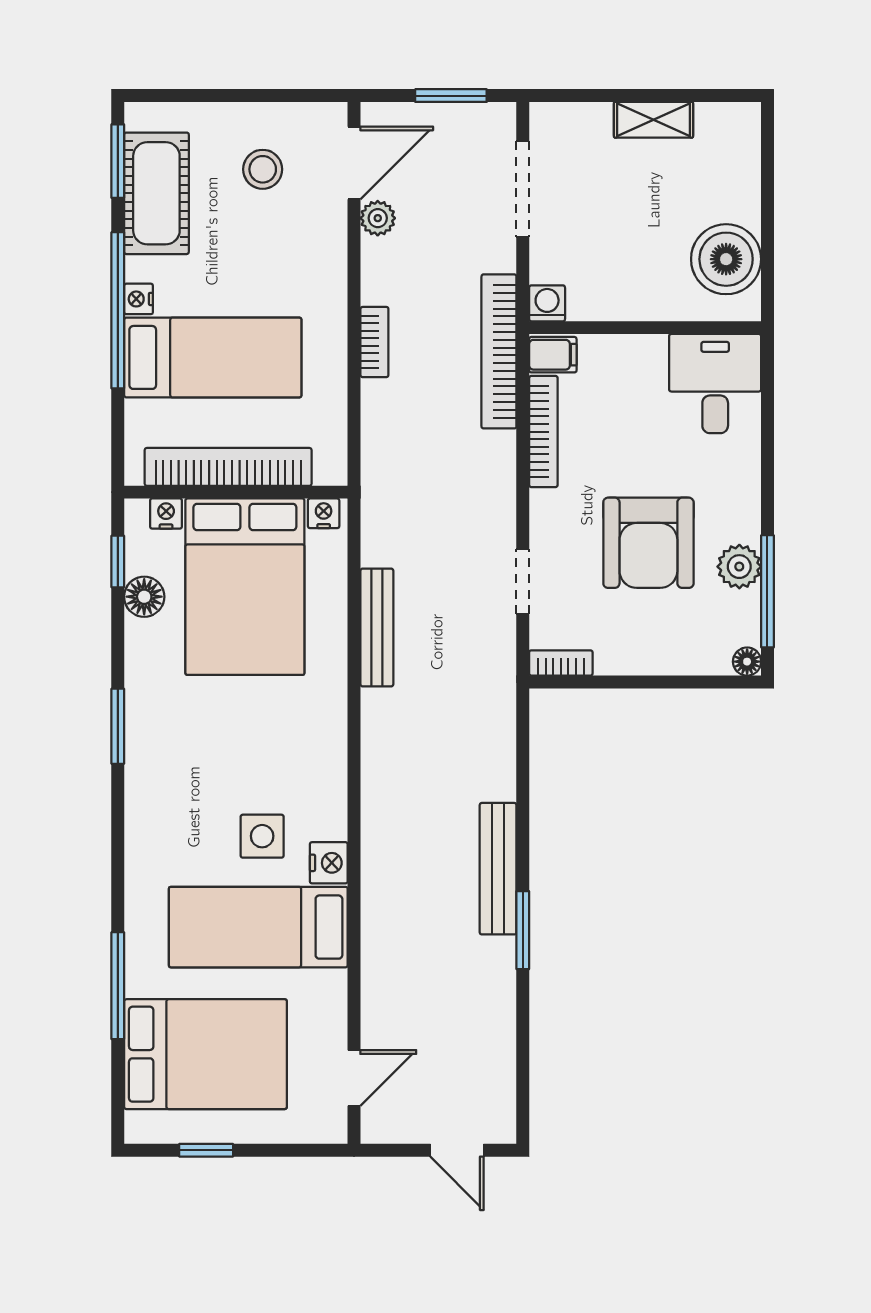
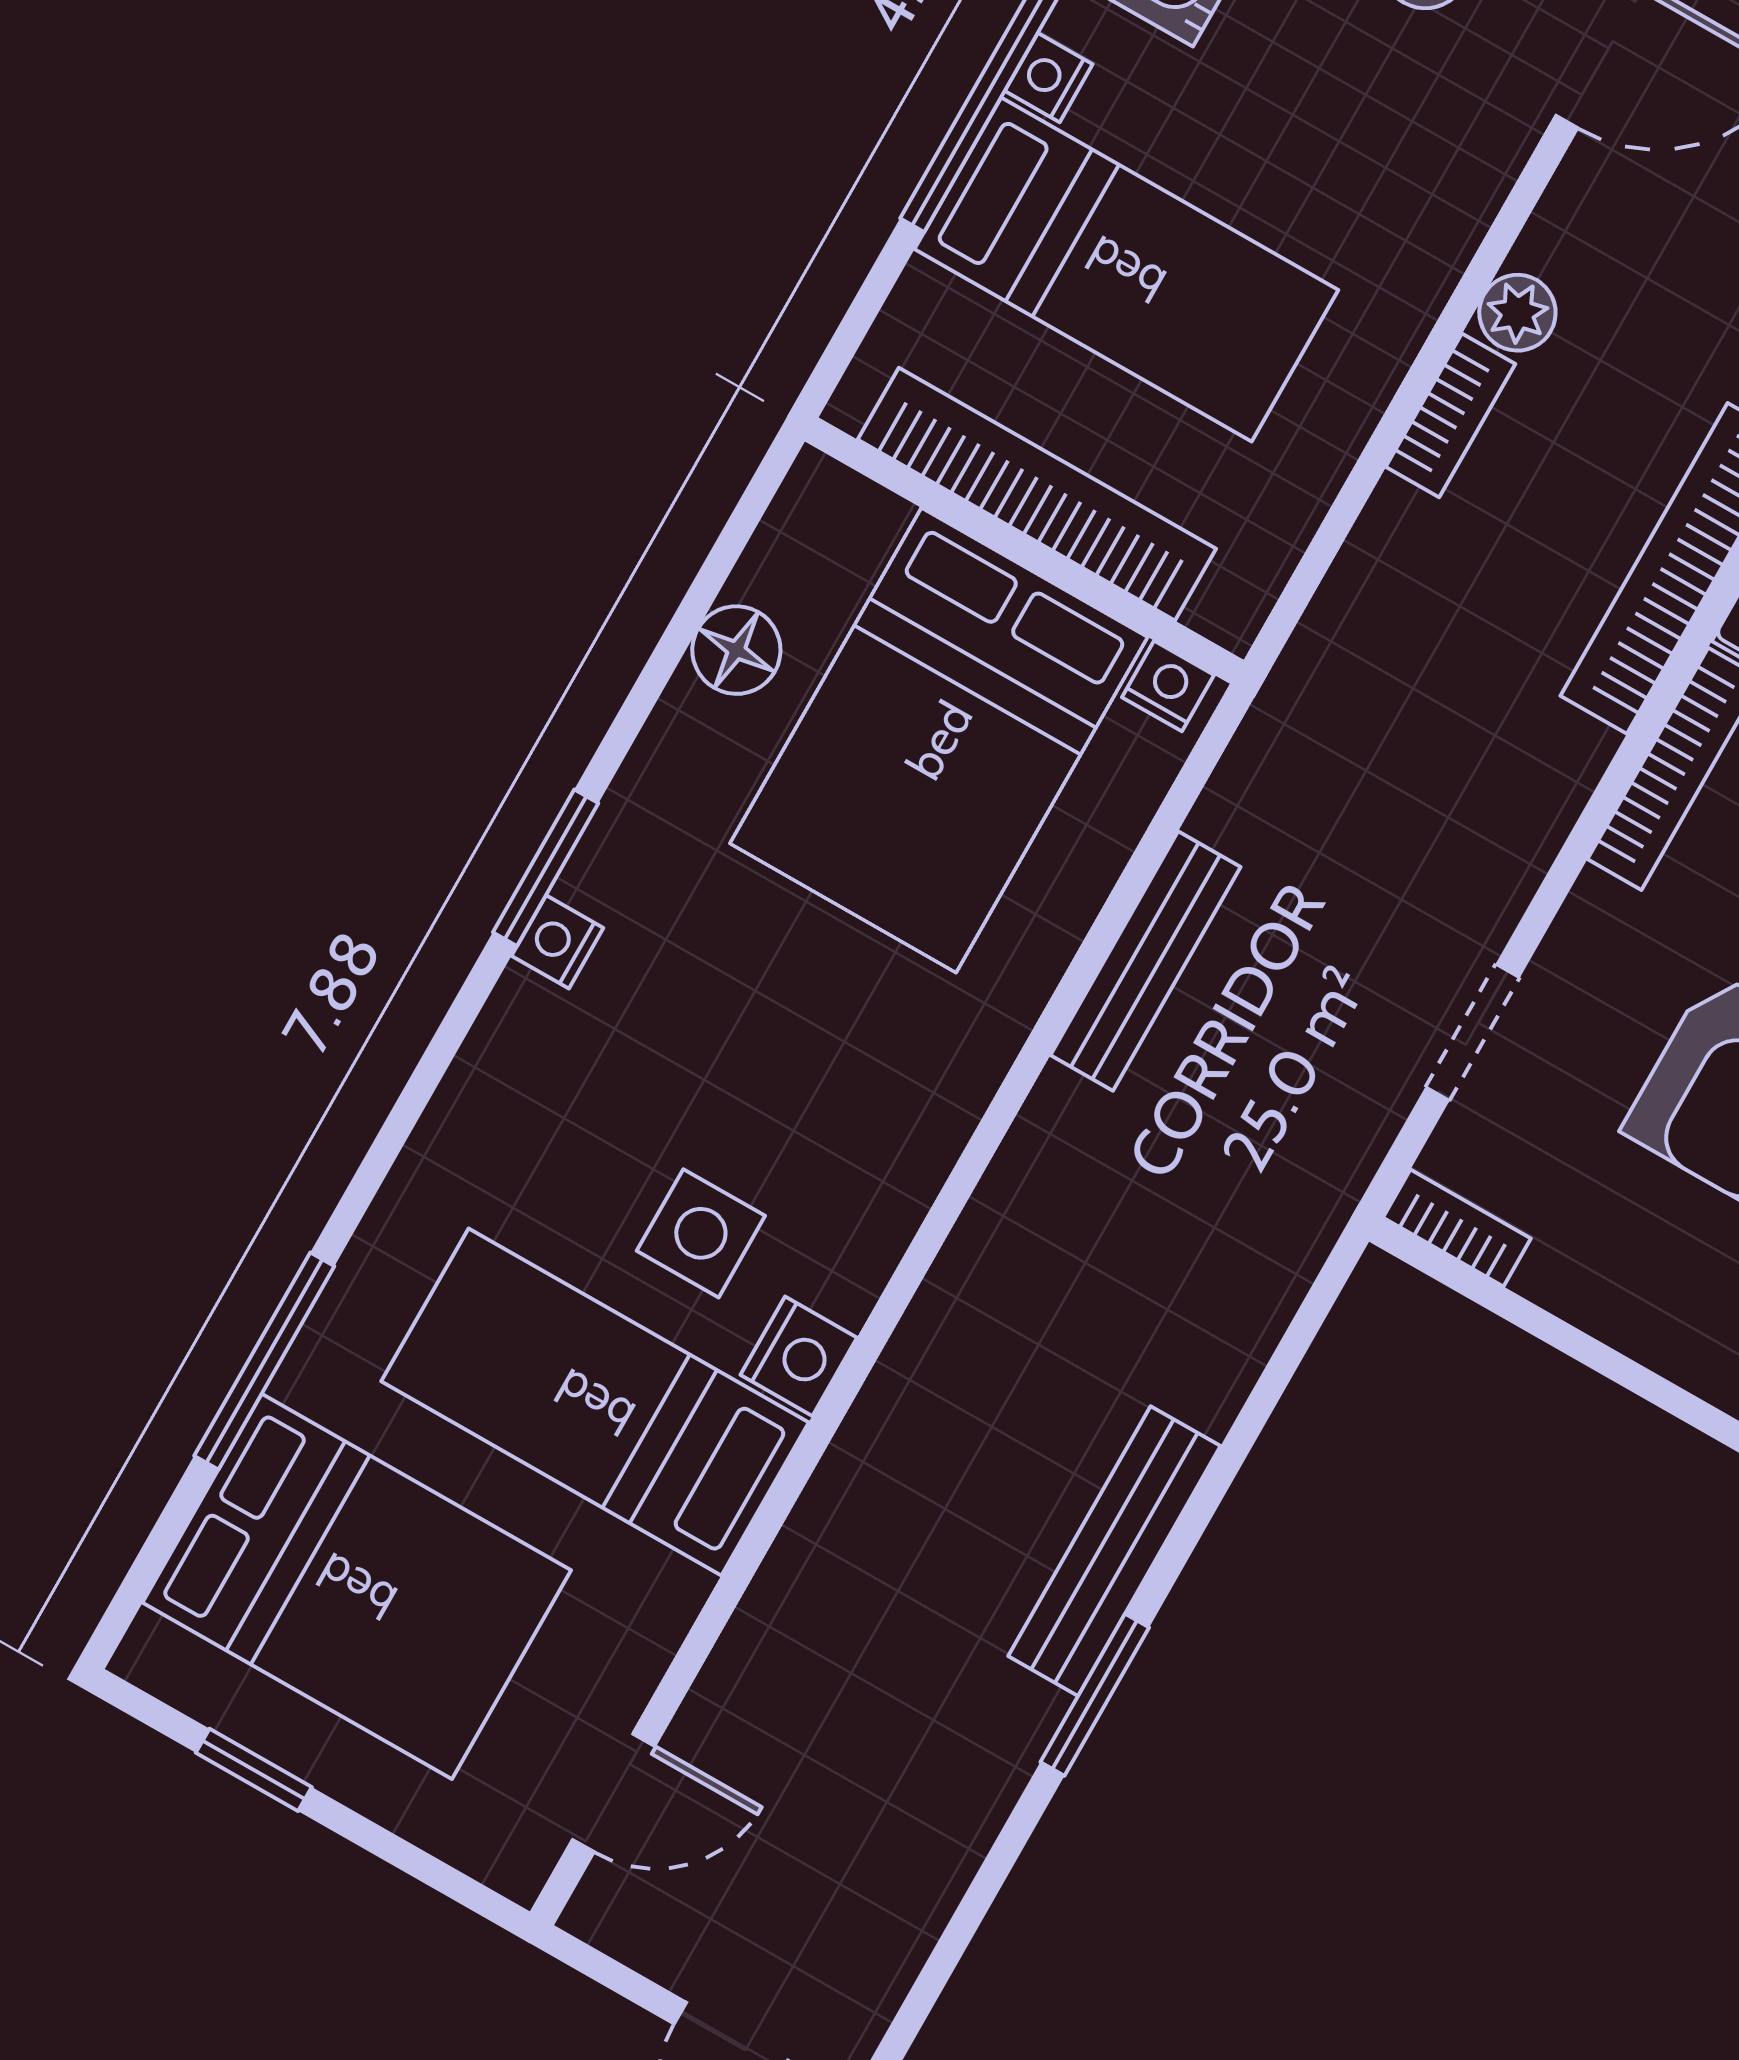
plant: (378, 218) -> (1517, 313), moved
nightstand: (166, 514) -> (557, 942), moved, turned -90
window: (118, 561) -> (724, 554), removed

